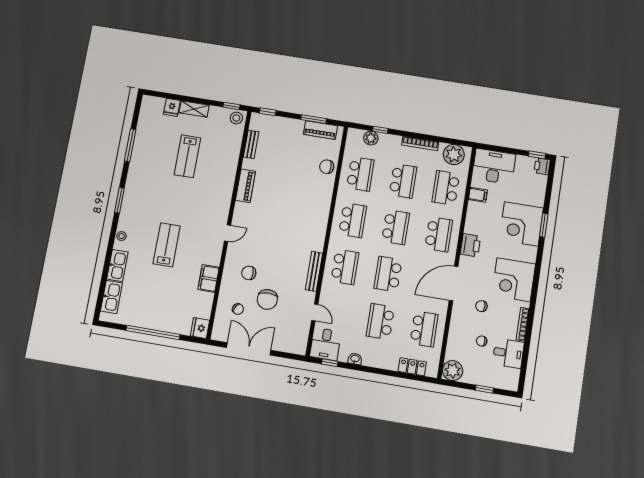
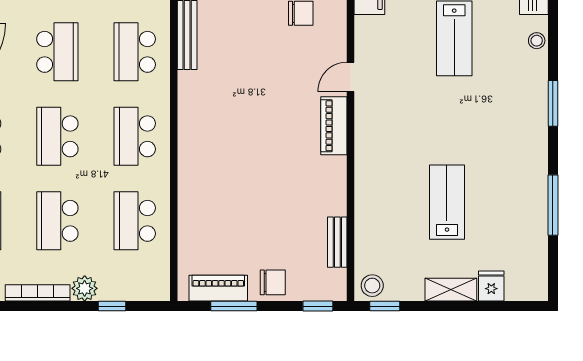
plant: (371, 138) -> (85, 288), moved
chair: (327, 167) -> (273, 282), moved
piano: (245, 186) -> (334, 126), moved

